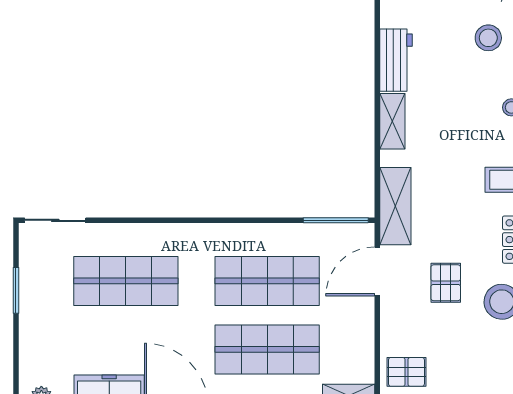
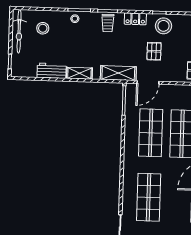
door: (377, 272) -> (148, 82), hinge flipped
pallet: (446, 283) -> (154, 51), turned 90

